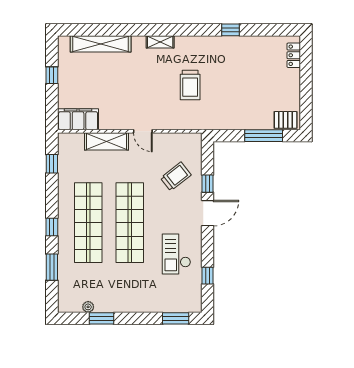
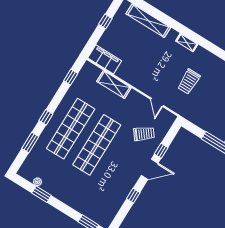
door: (143, 131) -> (157, 102), moved
checkout: (176, 254) -> (114, 183), removed
window: (208, 276) -> (133, 196), moved

